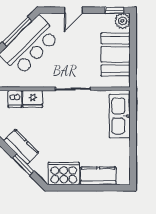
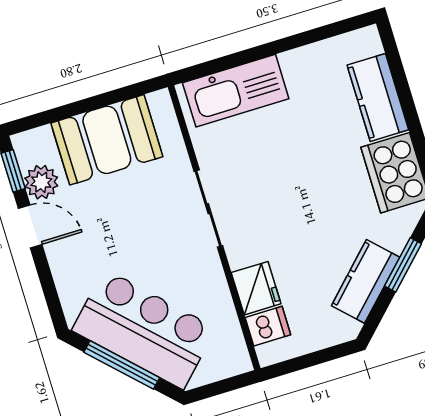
door: (73, 10) -> (30, 226), moved
plant: (122, 21) -> (41, 182), moved

